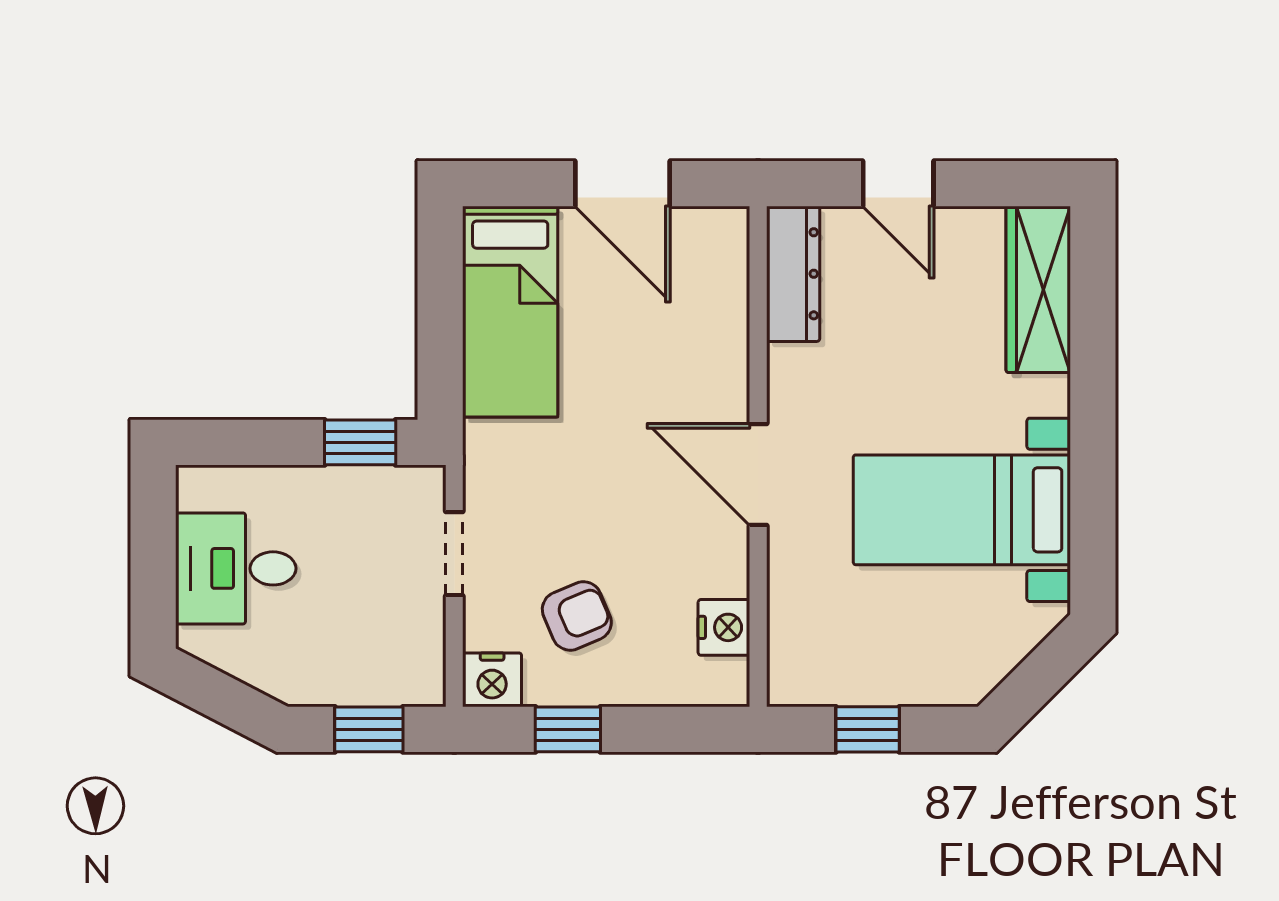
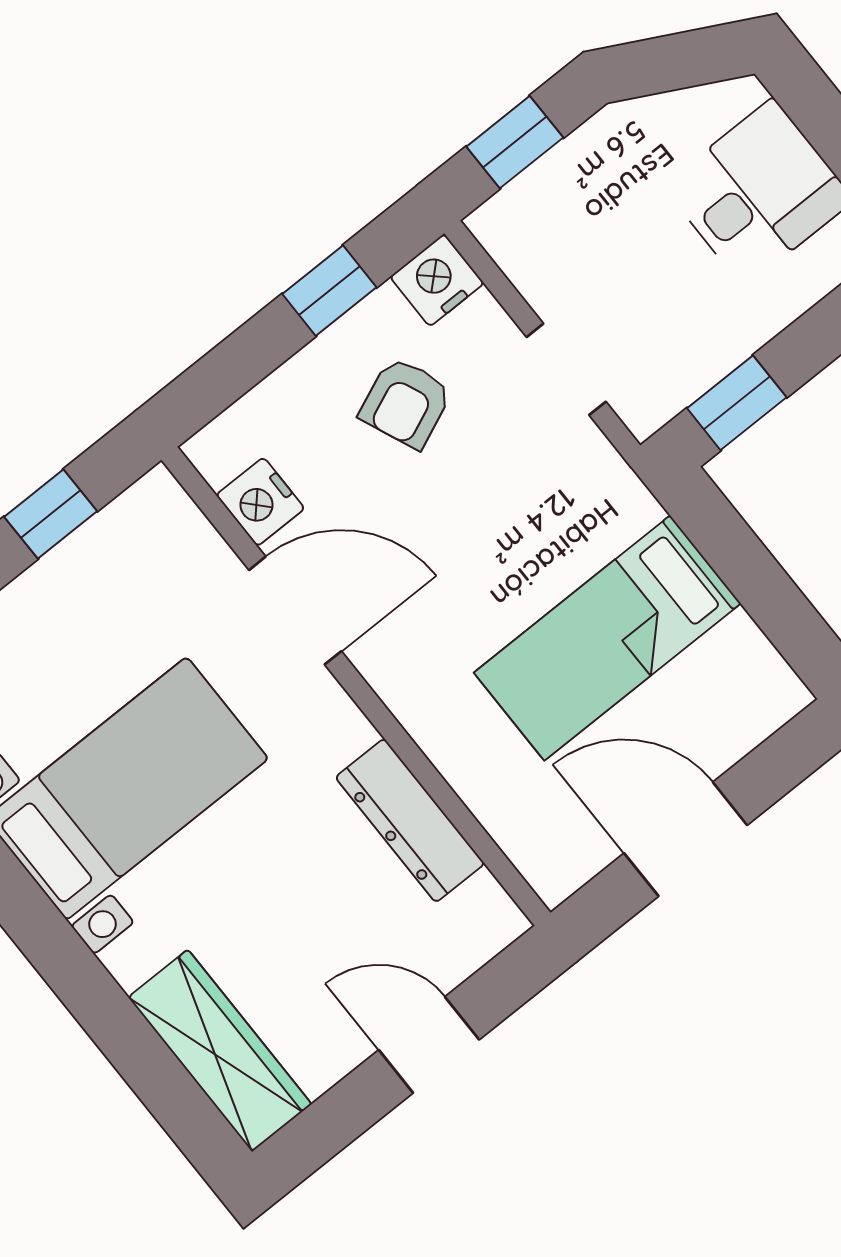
dresser: (793, 274) -> (410, 820), moved
bed: (510, 312) -> (607, 638), moved, turned -90
door: (758, 474) -> (295, 611), moved

